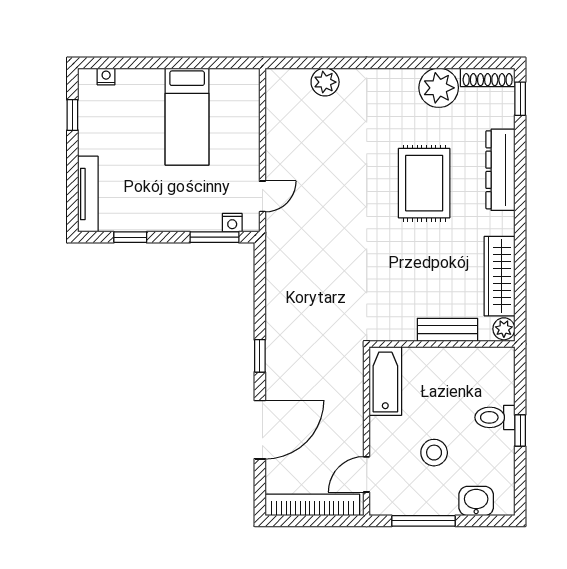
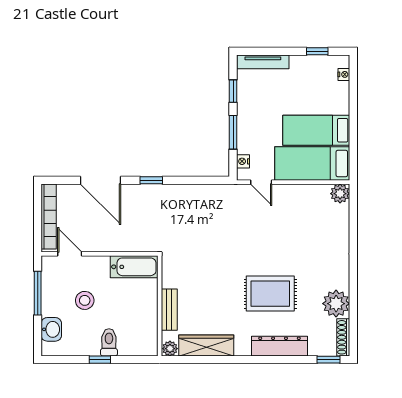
plant: (325, 82) -> (340, 194), moved
bed: (235, 122) -> (312, 164), added
window: (215, 237) -> (233, 132), moved

